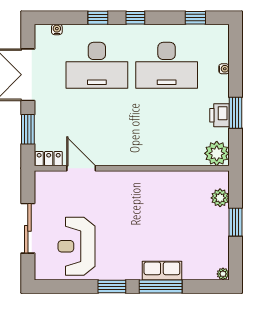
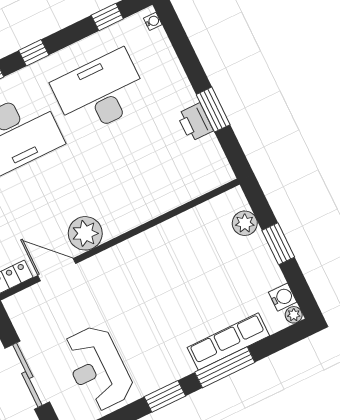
desk: (167, 65) -> (100, 92), turned 180
water cooler: (224, 69) -> (153, 21), moved
plant: (217, 153) -> (85, 233), moved
water cooler: (221, 259) -> (283, 297), added
row of seats: (162, 271) -> (228, 342), width x1.48

